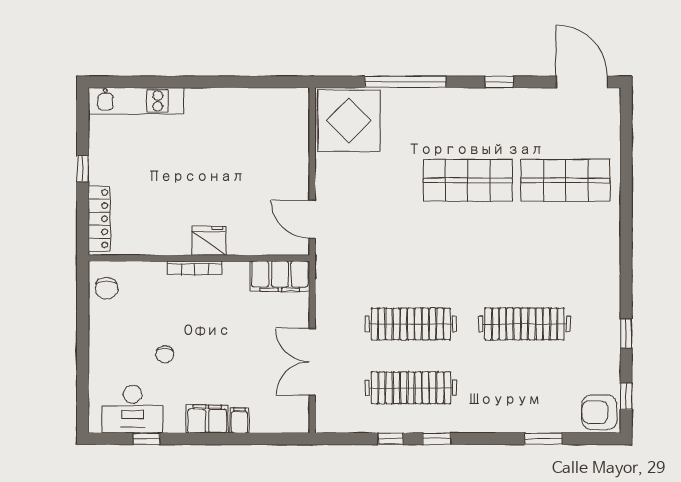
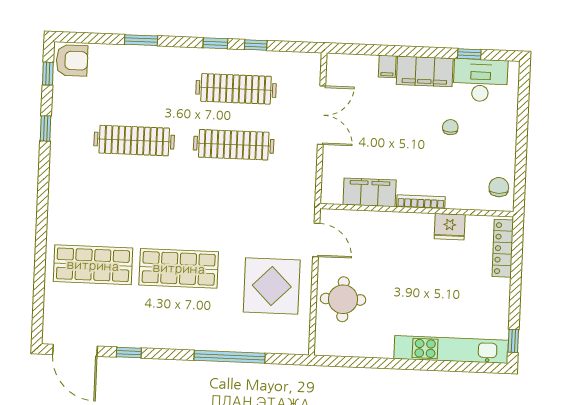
window: (499, 82) -> (129, 353), moved
kitchen unit: (136, 101) -> (451, 349), width x1.36
display table: (349, 121) -> (272, 286), moved
round table: (279, 153) -> (343, 299), added
window: (83, 169) -> (513, 341), moved
fridge: (209, 241) -> (450, 227), moved
filing cabinet: (280, 276) -> (370, 192), moved
filing cabinet: (207, 419) -> (425, 71), width x1.50, depth x1.17
window: (543, 439) -> (141, 40), moved

